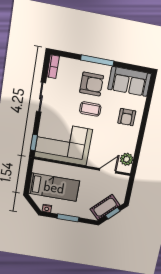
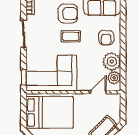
plant: (128, 143) -> (112, 62), added
bed: (54, 187) -> (50, 112), width x1.50

